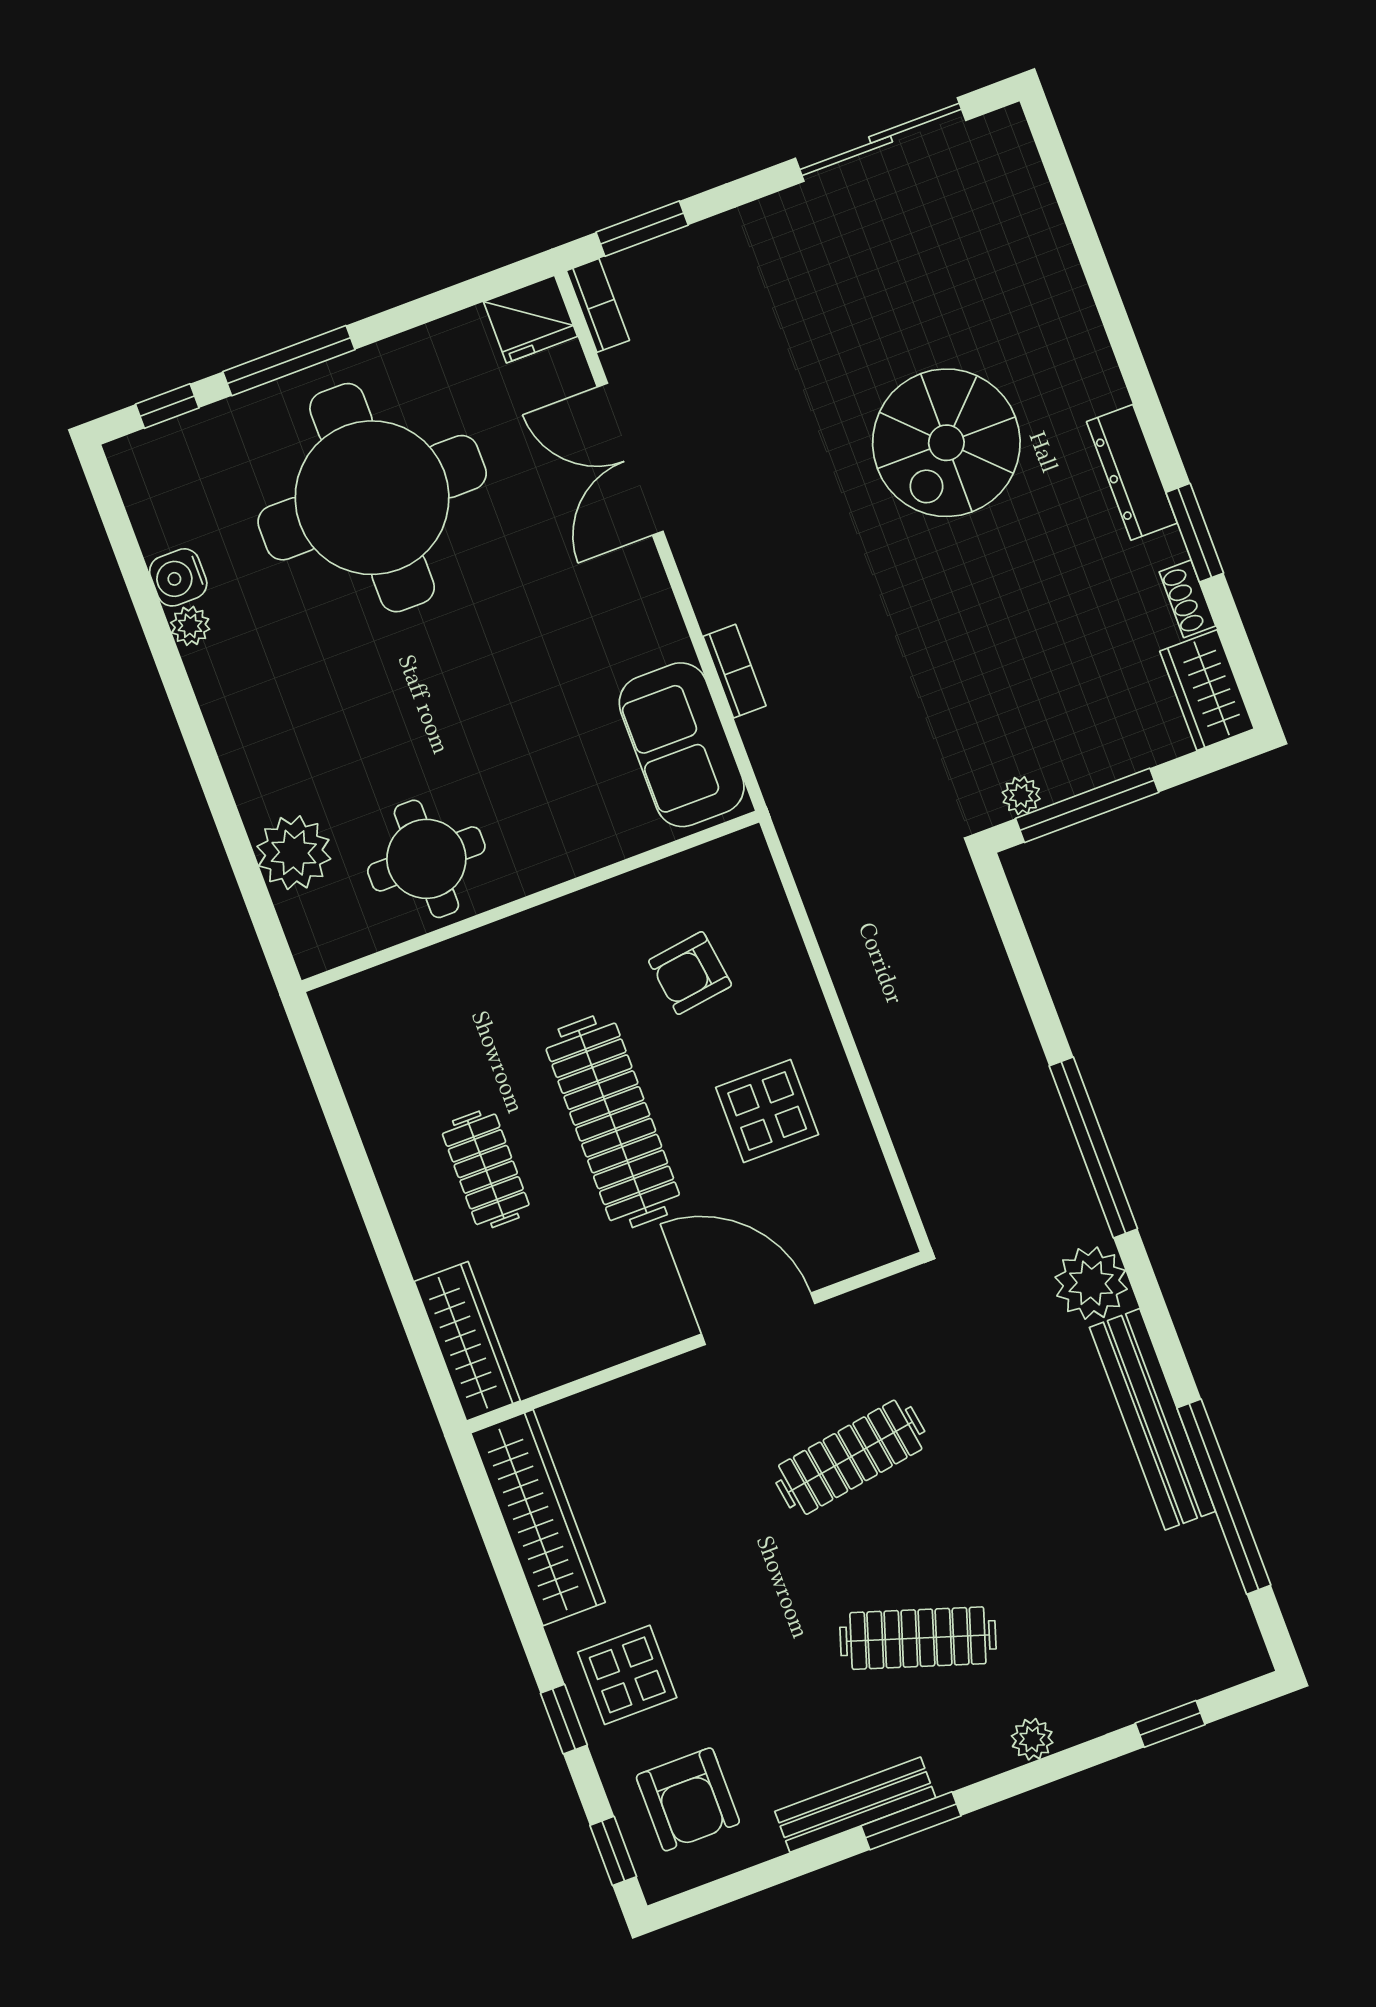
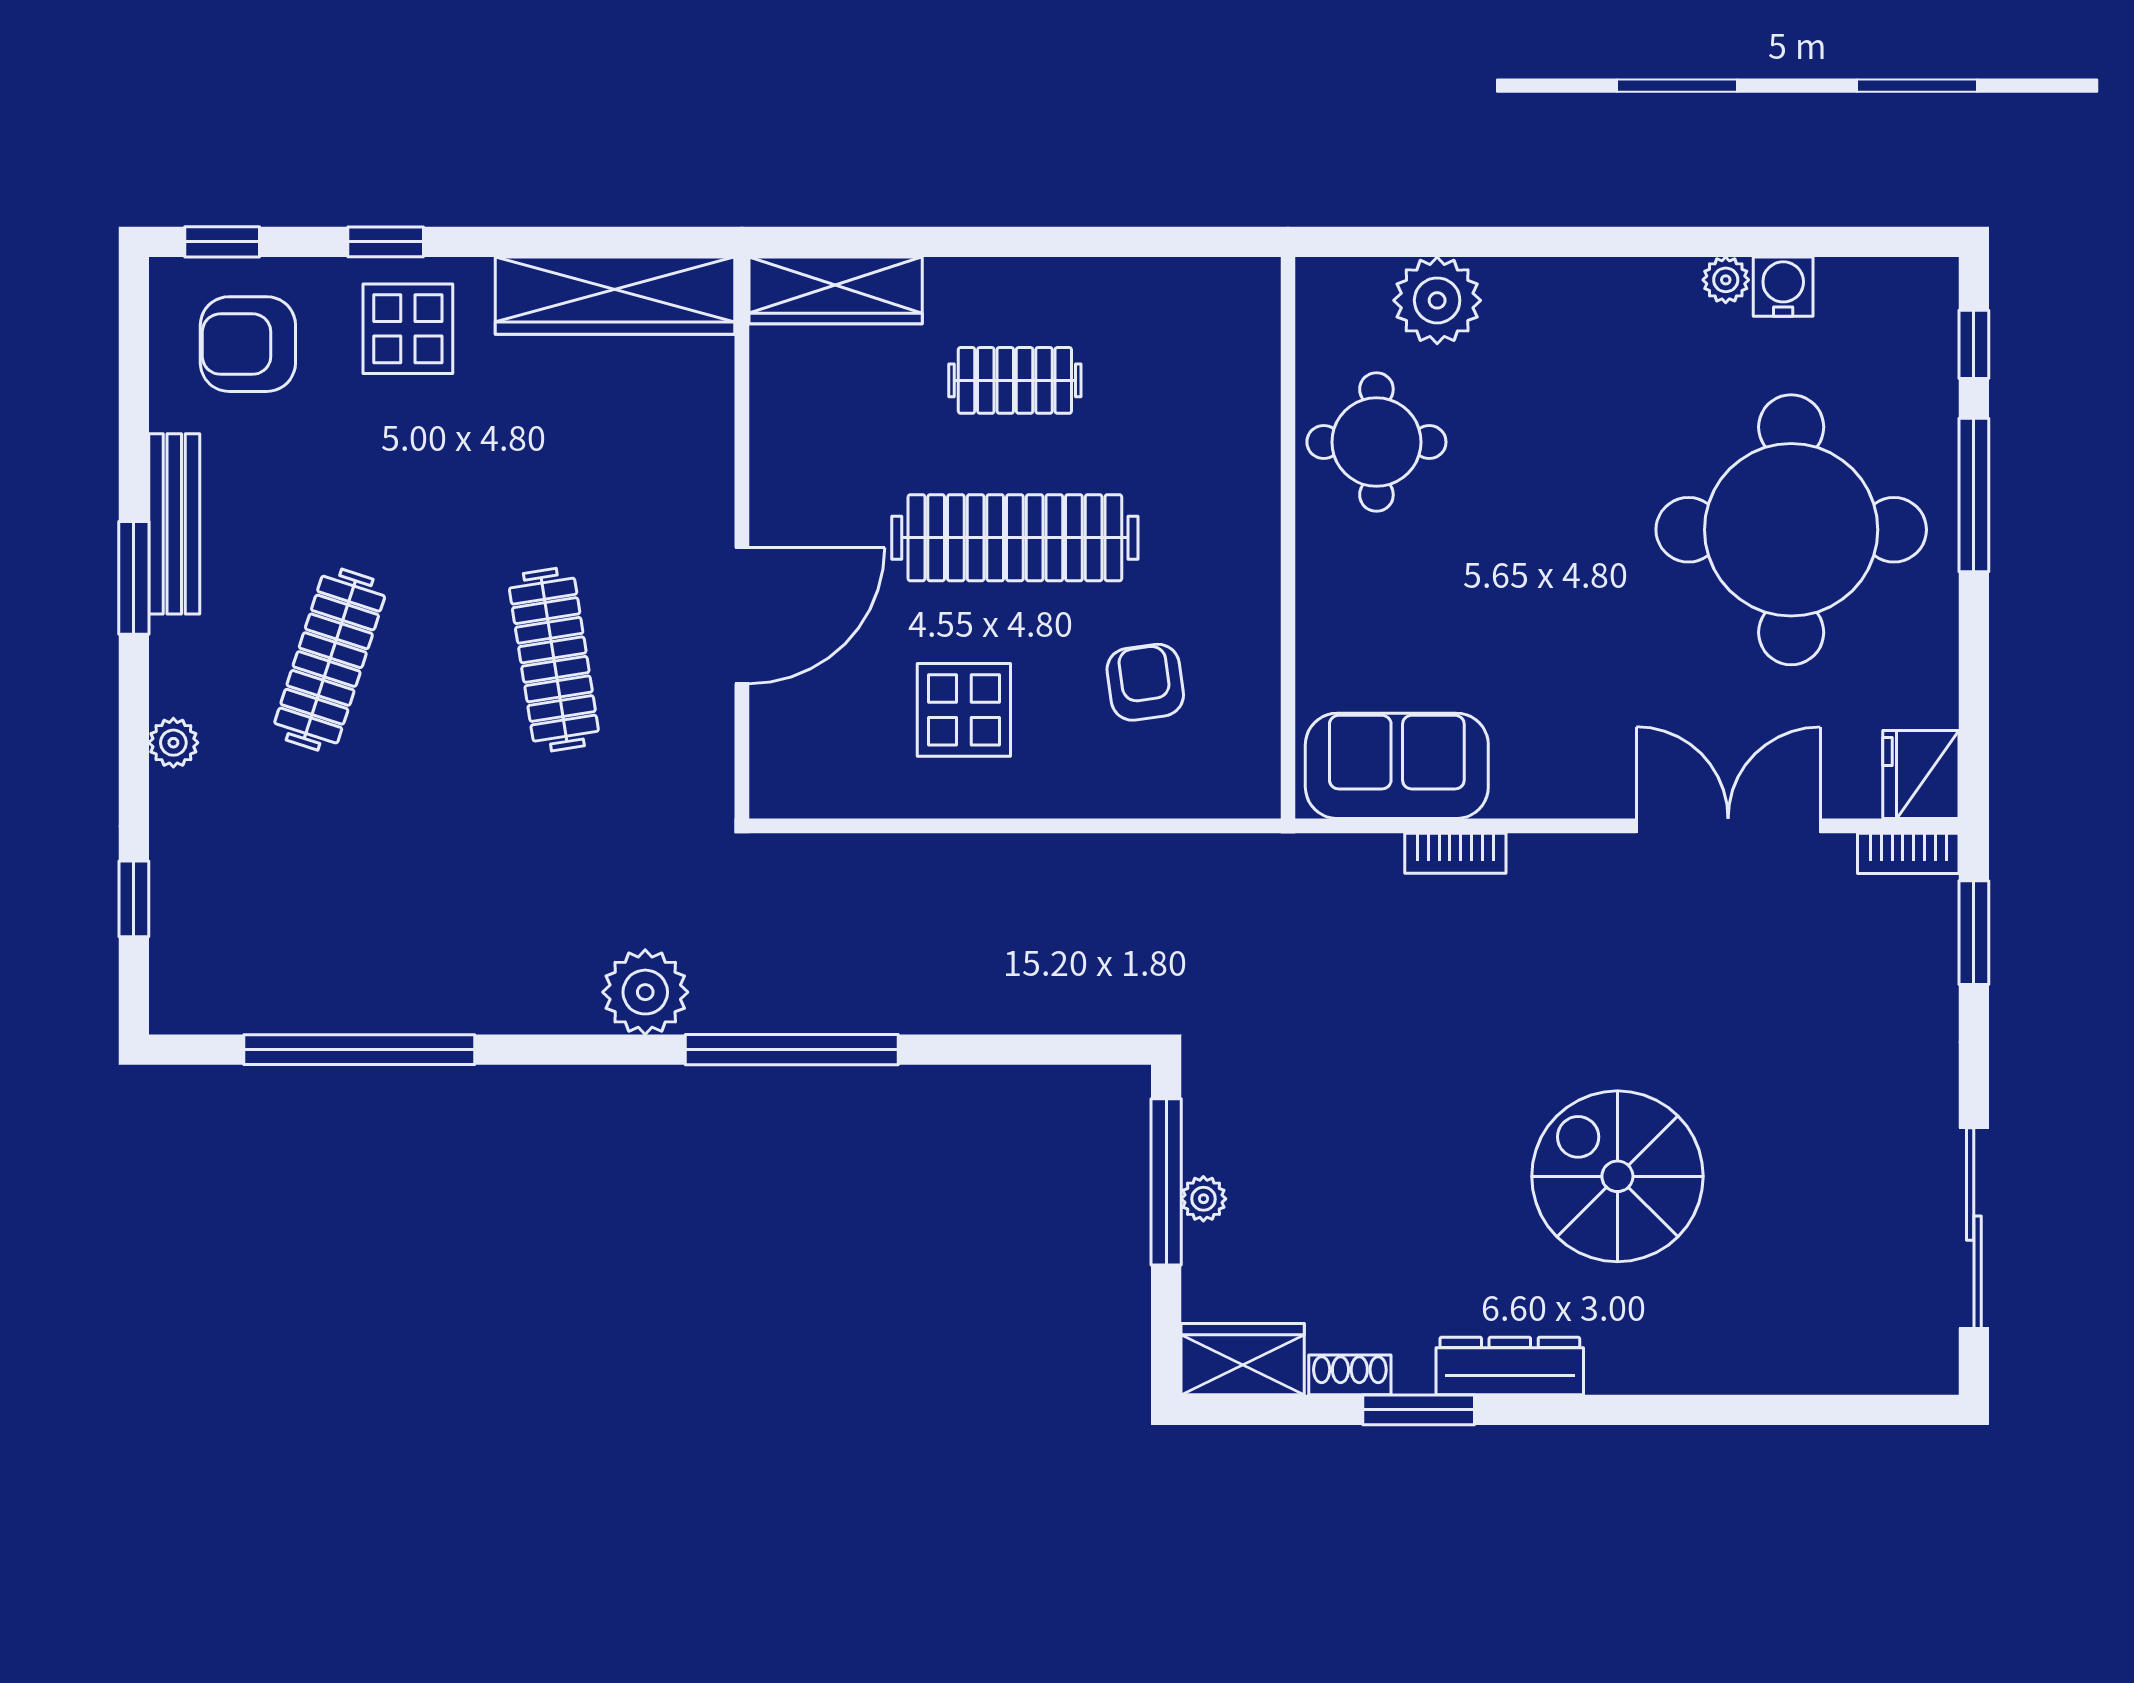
plant: (1021, 796) -> (1203, 1199), moved
bench: (1152, 1419) -> (472, 1003), removed

